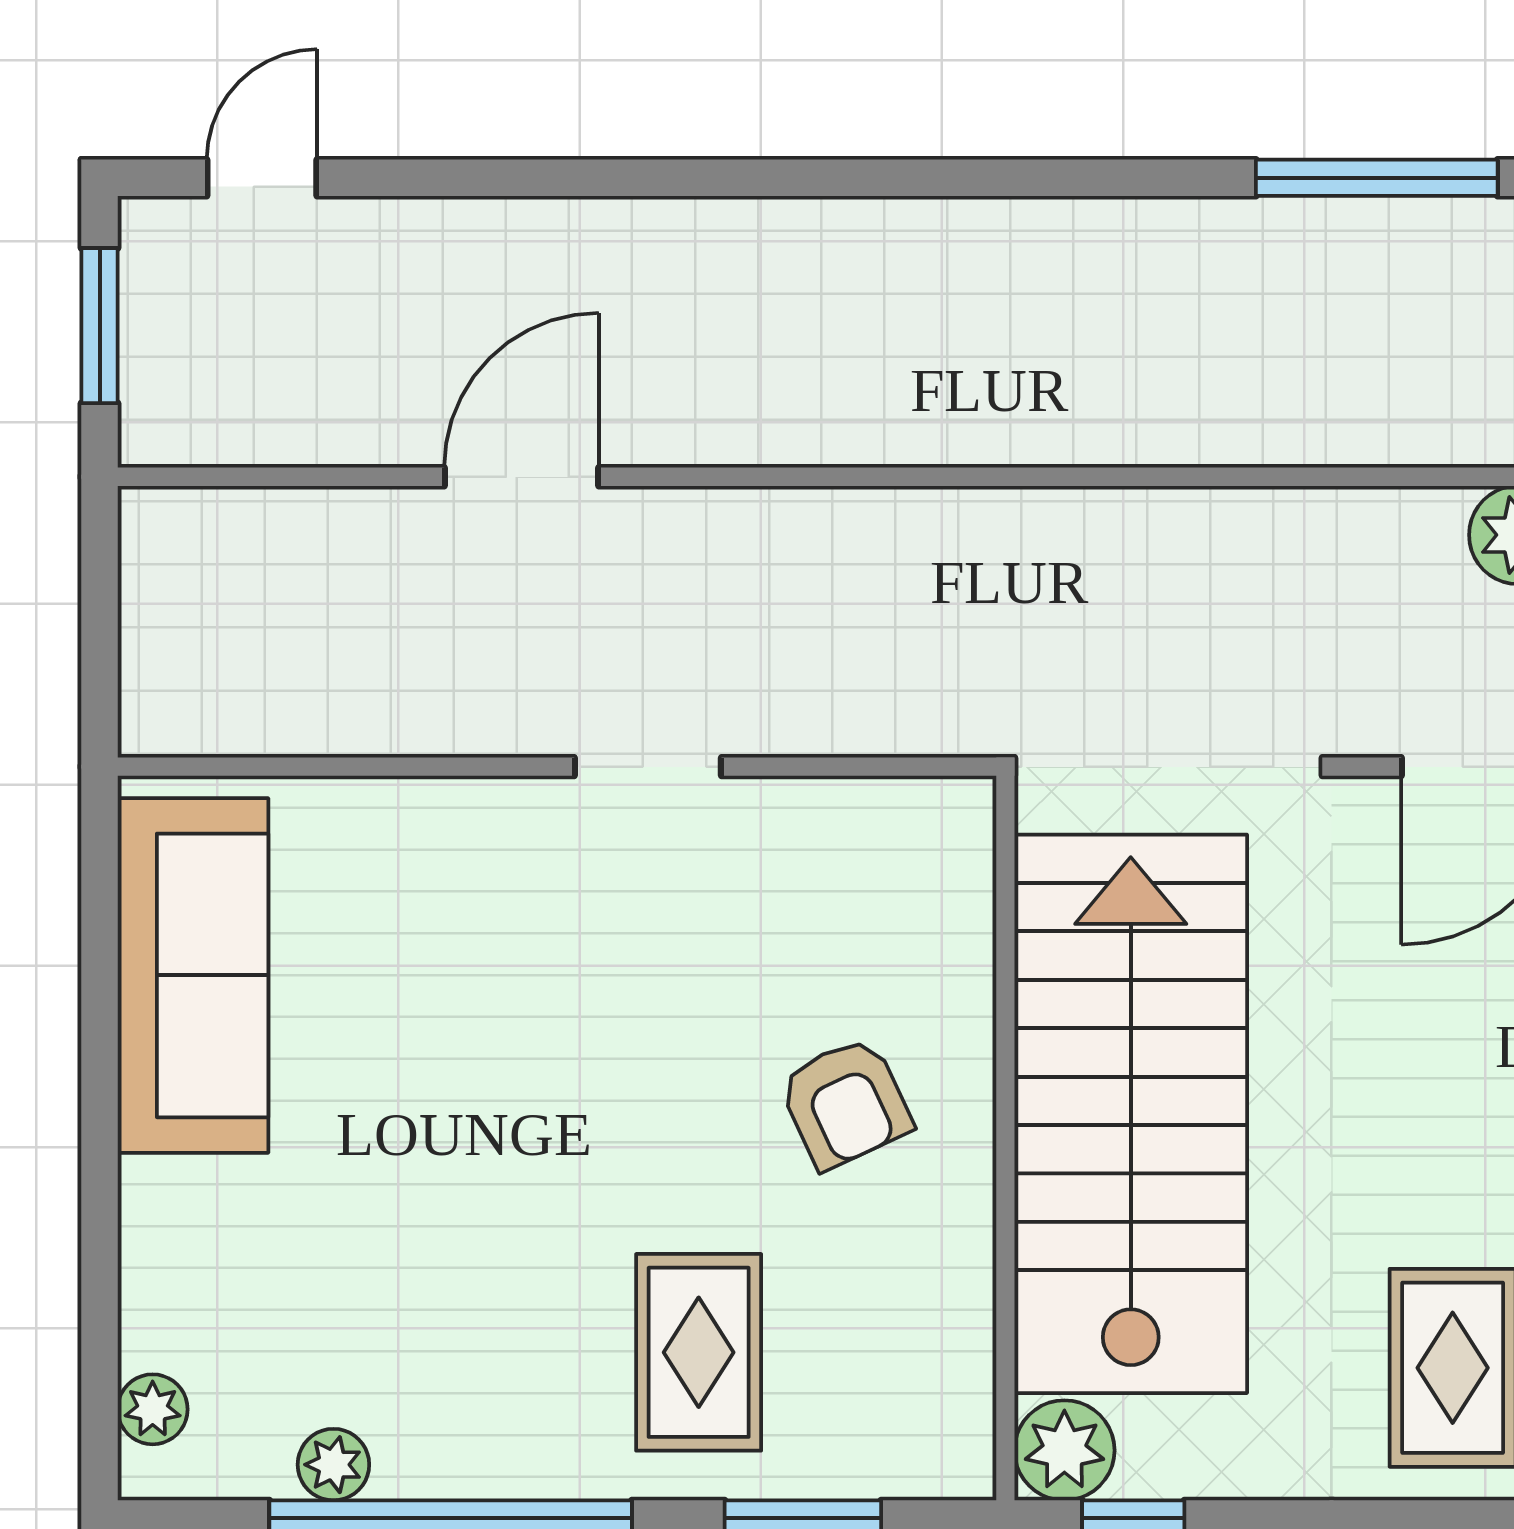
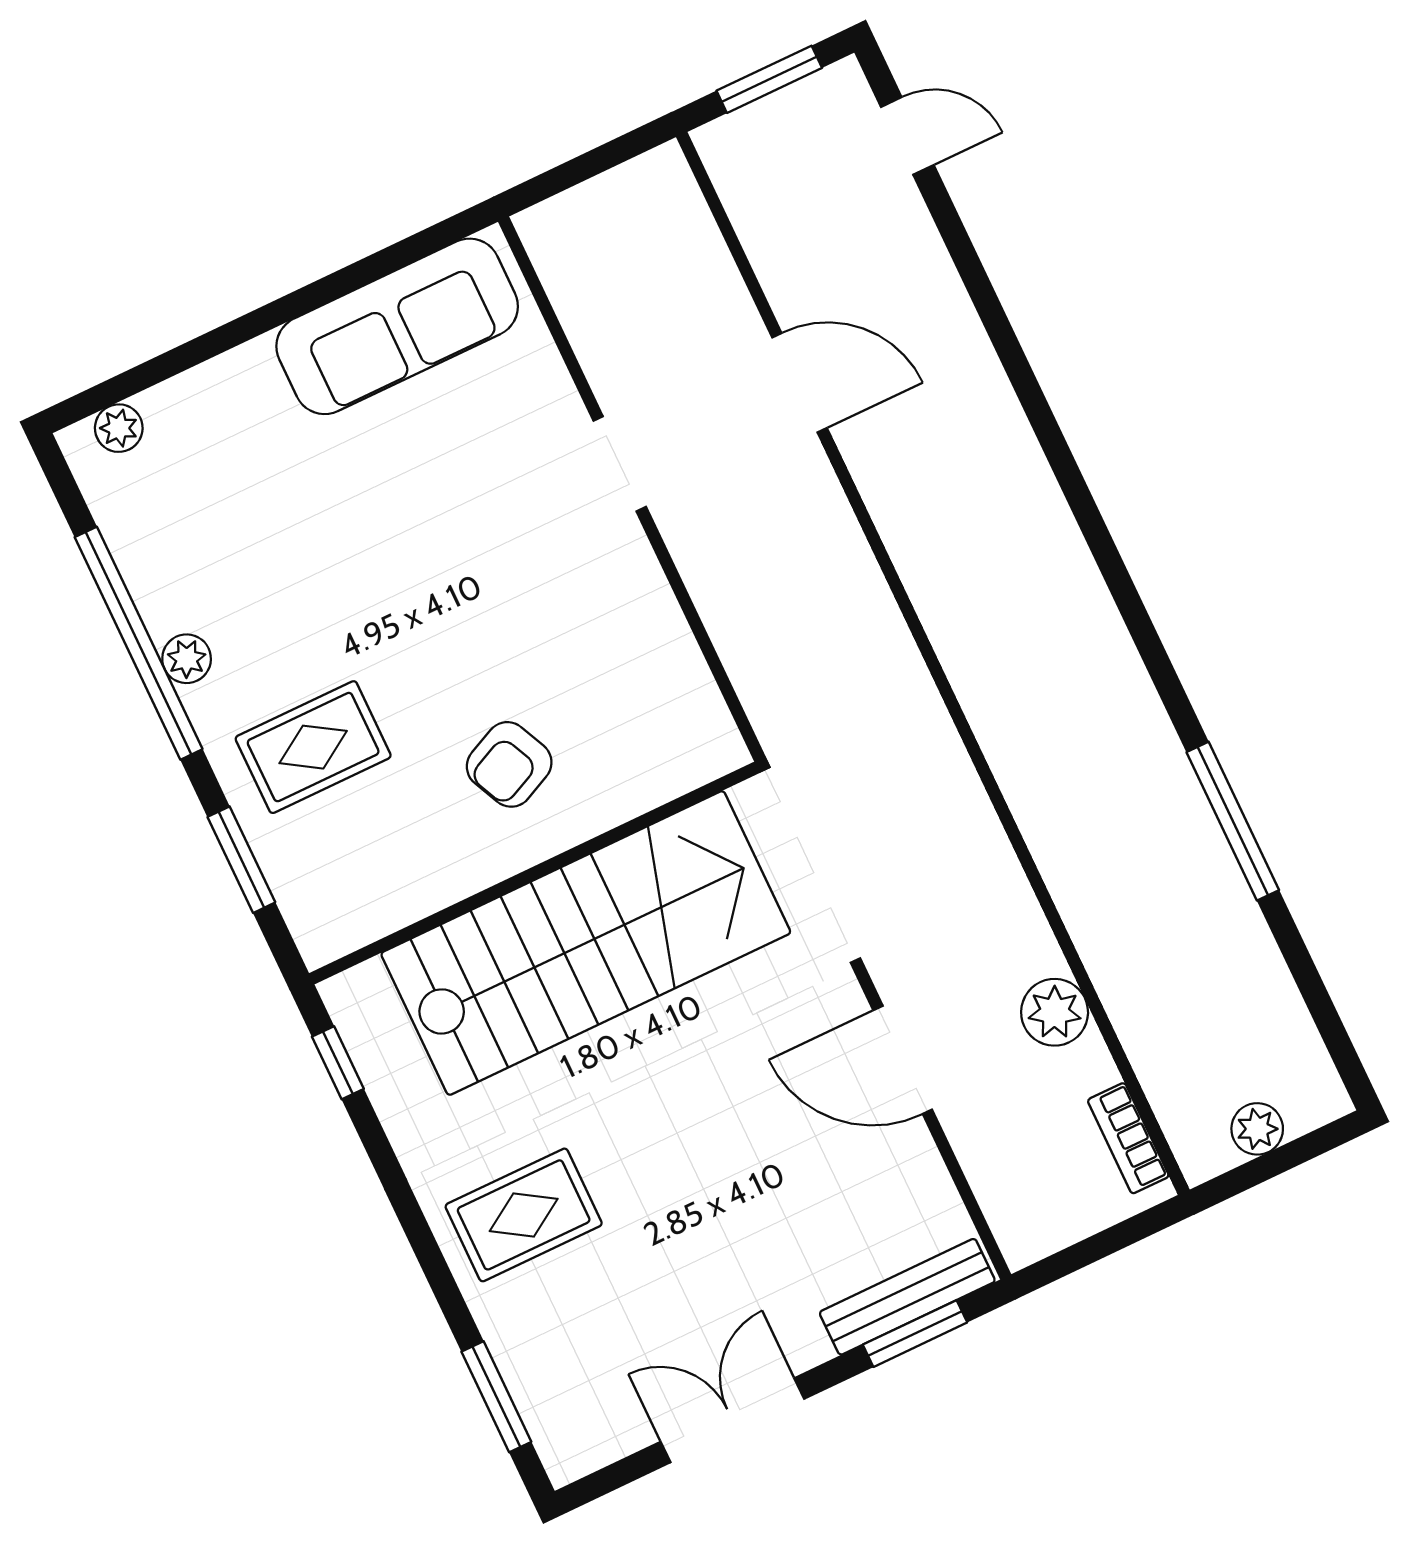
doorway: (648, 767) -> (620, 464), moved
plant: (1064, 1450) -> (360, 1001), removed
plant: (333, 1465) -> (187, 659), moved

